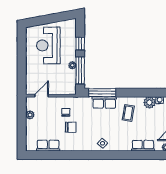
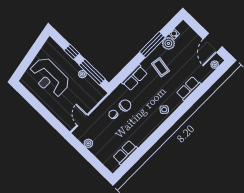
window: (102, 93) -> (152, 45), moved
chair: (71, 127) -> (125, 105), moved
row of seats: (143, 146) -> (189, 88), moved

